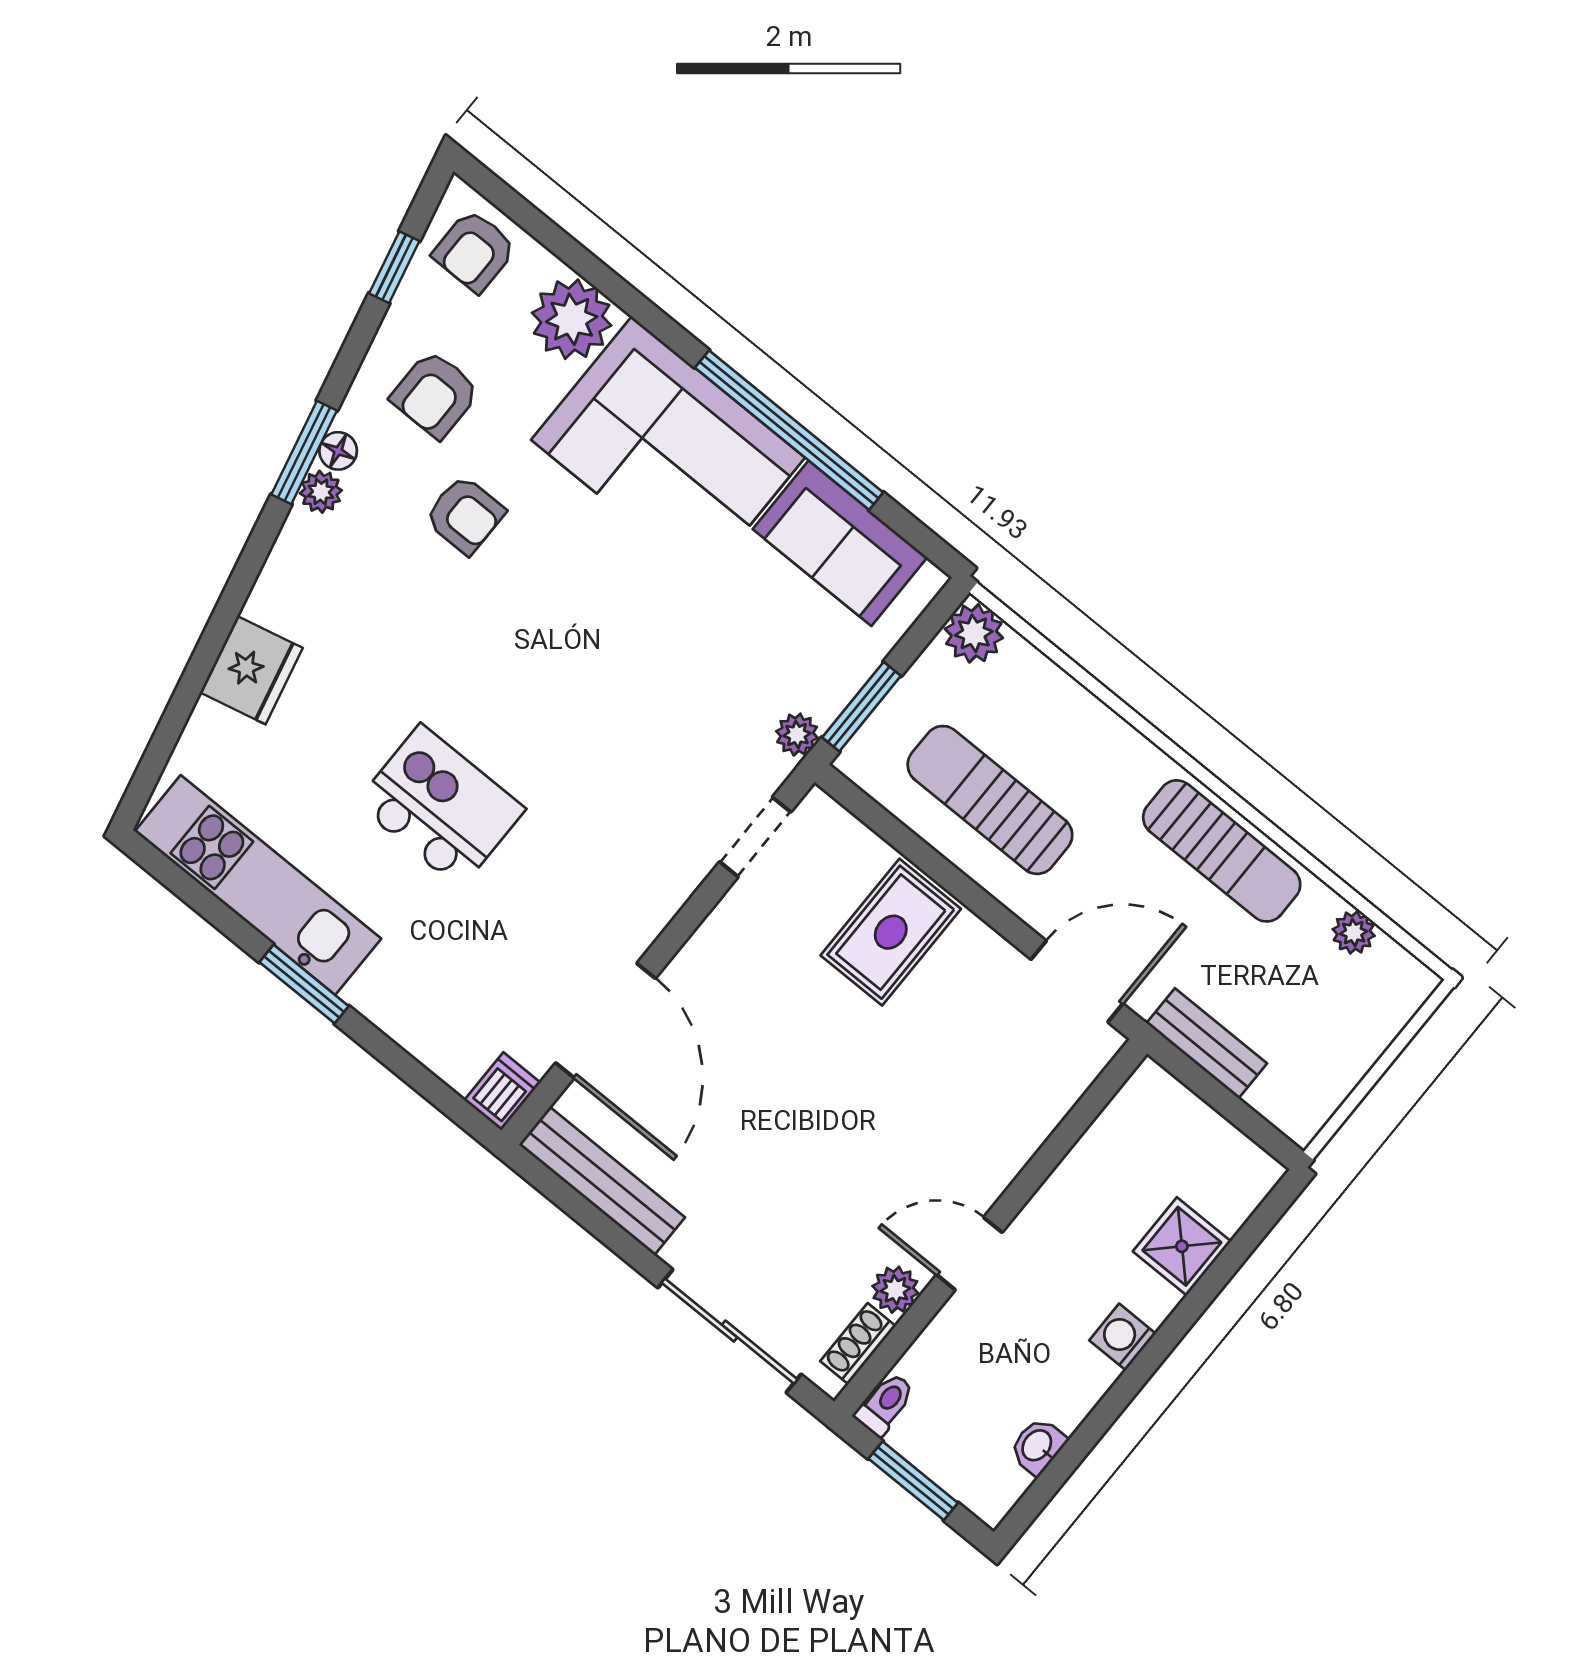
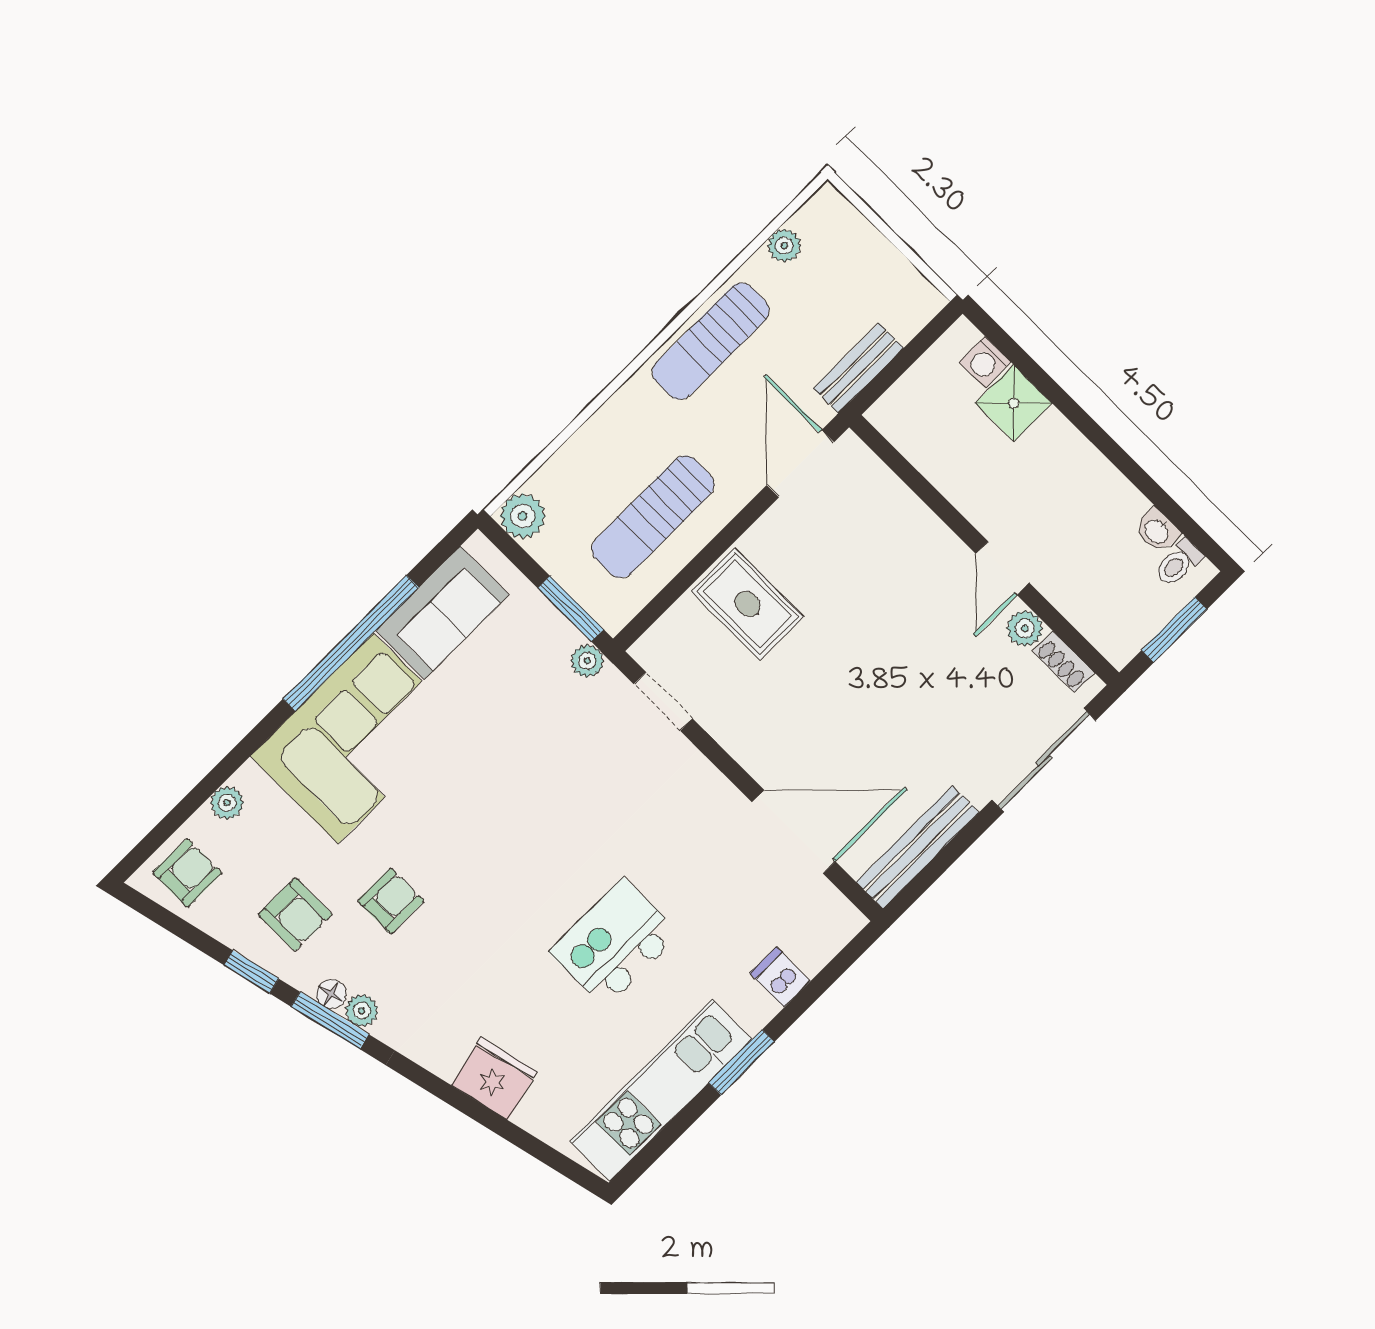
armchair: (474, 251) -> (187, 873), turned -90
window: (394, 267) -> (251, 972), moved
plant: (572, 319) -> (227, 803), width x0.53, depth x0.53
sun lounger: (1222, 851) -> (711, 341), turned 180
dishwasher: (502, 1091) -> (780, 977), moved
washing machine: (1123, 1337) -> (985, 362), moved
toilet: (885, 1404) -> (1178, 563), moved, turned -90

